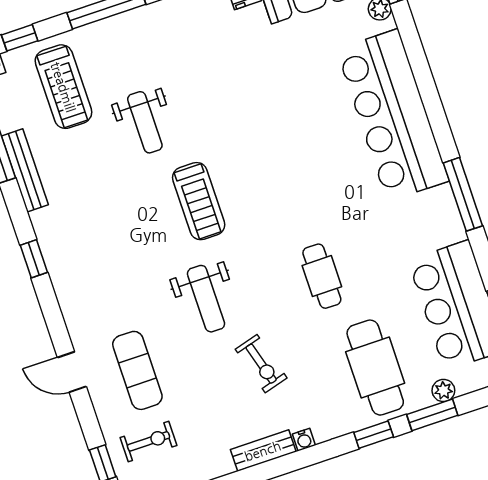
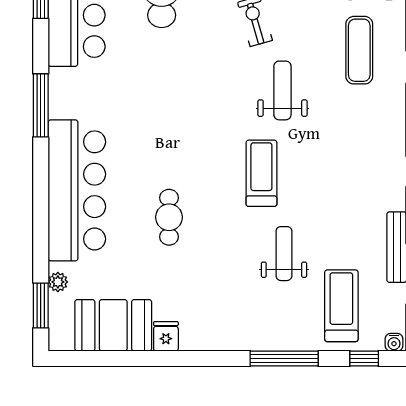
cafe table: (322, 276) -> (169, 217), moved

